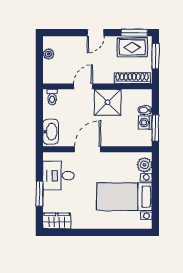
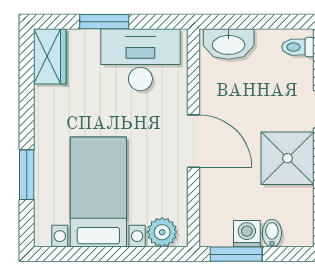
door: (88, 149) -> (193, 141), moved
desk: (58, 176) -> (140, 60), width x1.37
window: (116, 232) -> (27, 175), added

